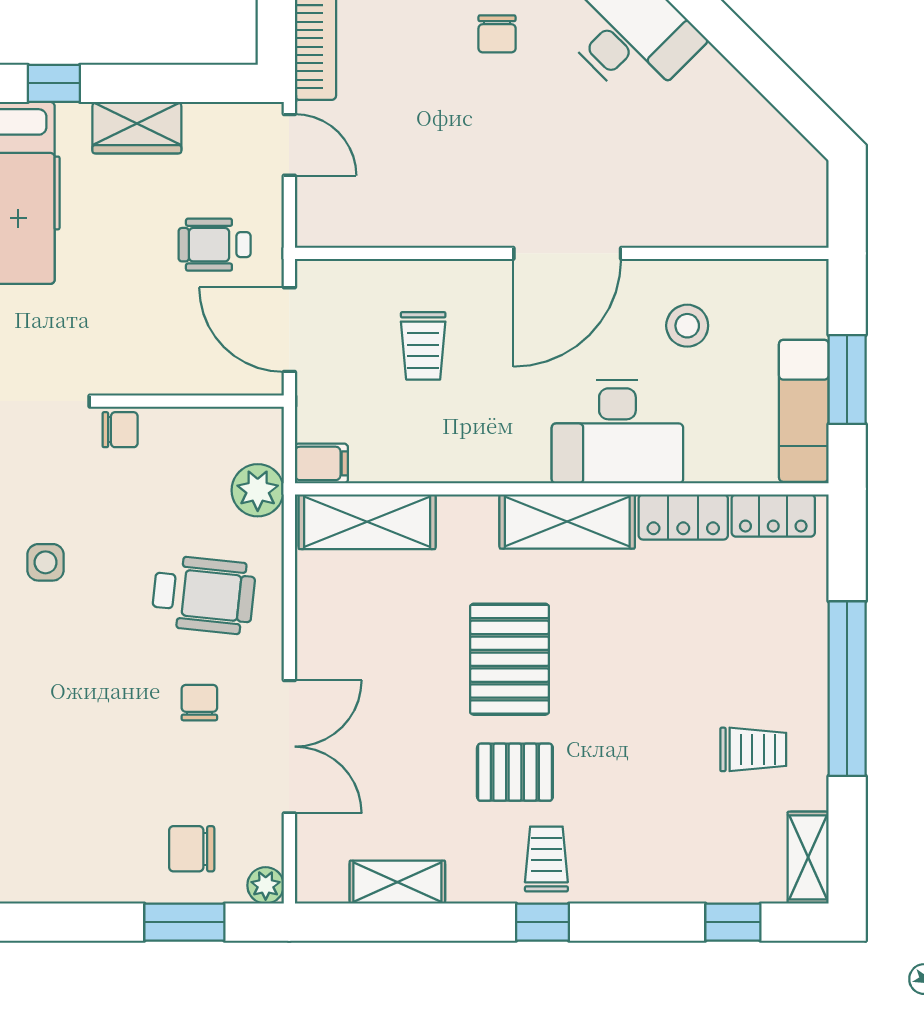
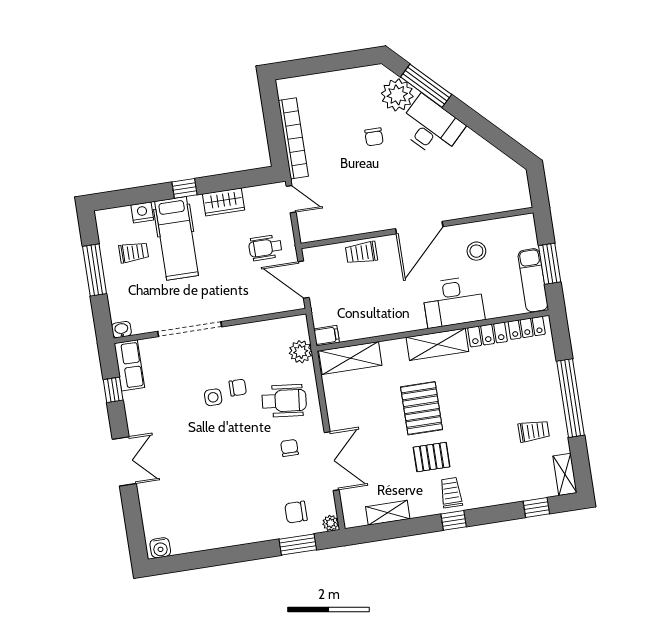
trolley: (423, 346) -> (361, 253), moved, turned 90
chair: (120, 430) -> (238, 388), moved

